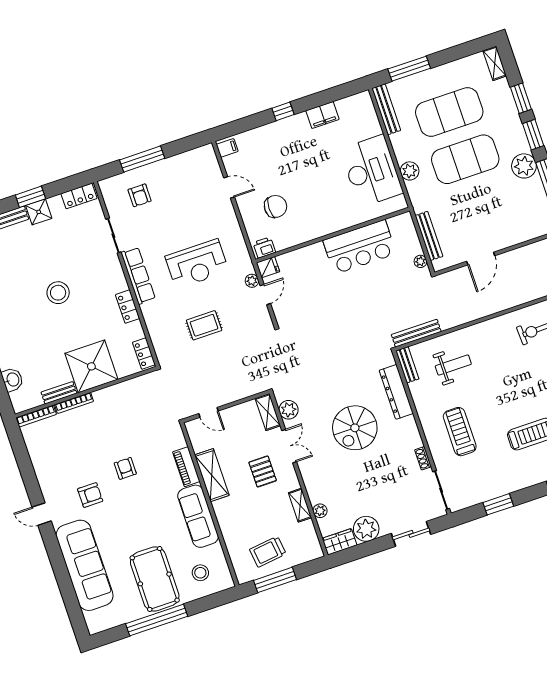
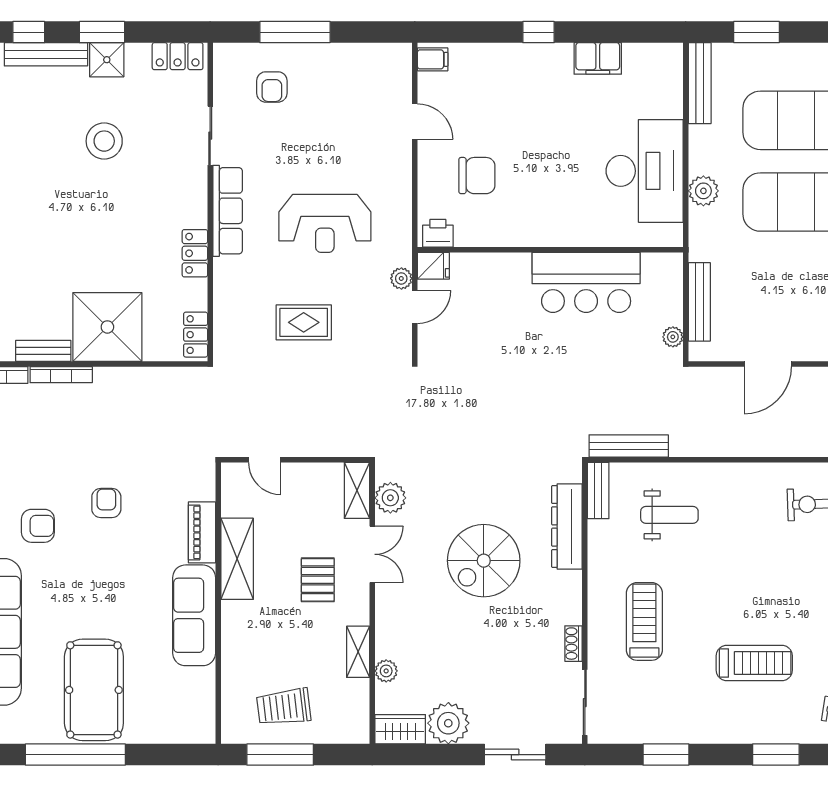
window: (409, 69) -> (756, 32), width x0.69
stool: (58, 293) -> (104, 141), moved
stool: (200, 573) -> (168, 704), removed

